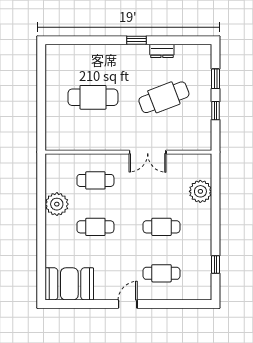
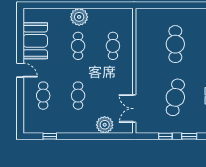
cafe table: (164, 97) -> (175, 97), turned 33
double door: (148, 152) -> (134, 109), moved
plant: (57, 204) -> (79, 17), moved
booth: (69, 284) -> (35, 41), moved

